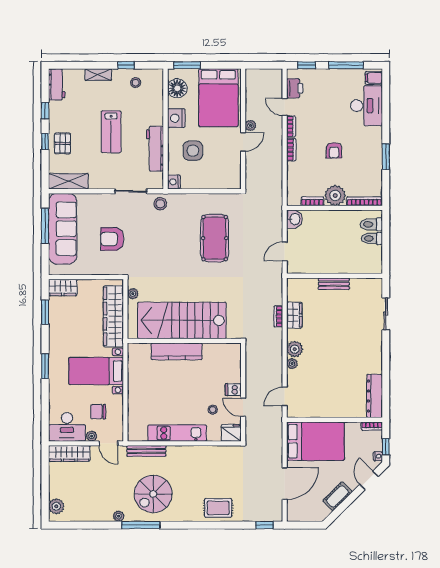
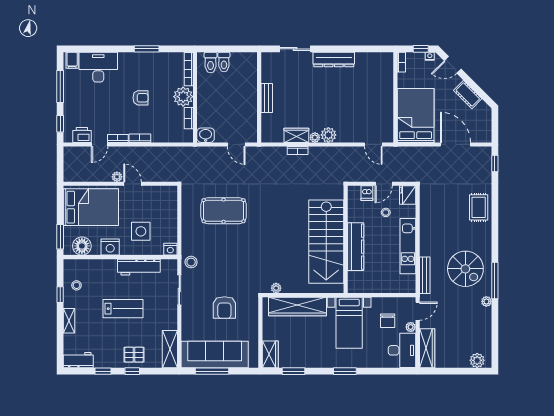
stairs: (182, 320) -> (326, 242), moved
wall: (184, 341) -> (346, 239), moved
kitchen counter: (177, 351) -> (356, 247), moved
plant: (292, 364) -> (315, 137), moved
dresser: (375, 396) -> (334, 60), moved

